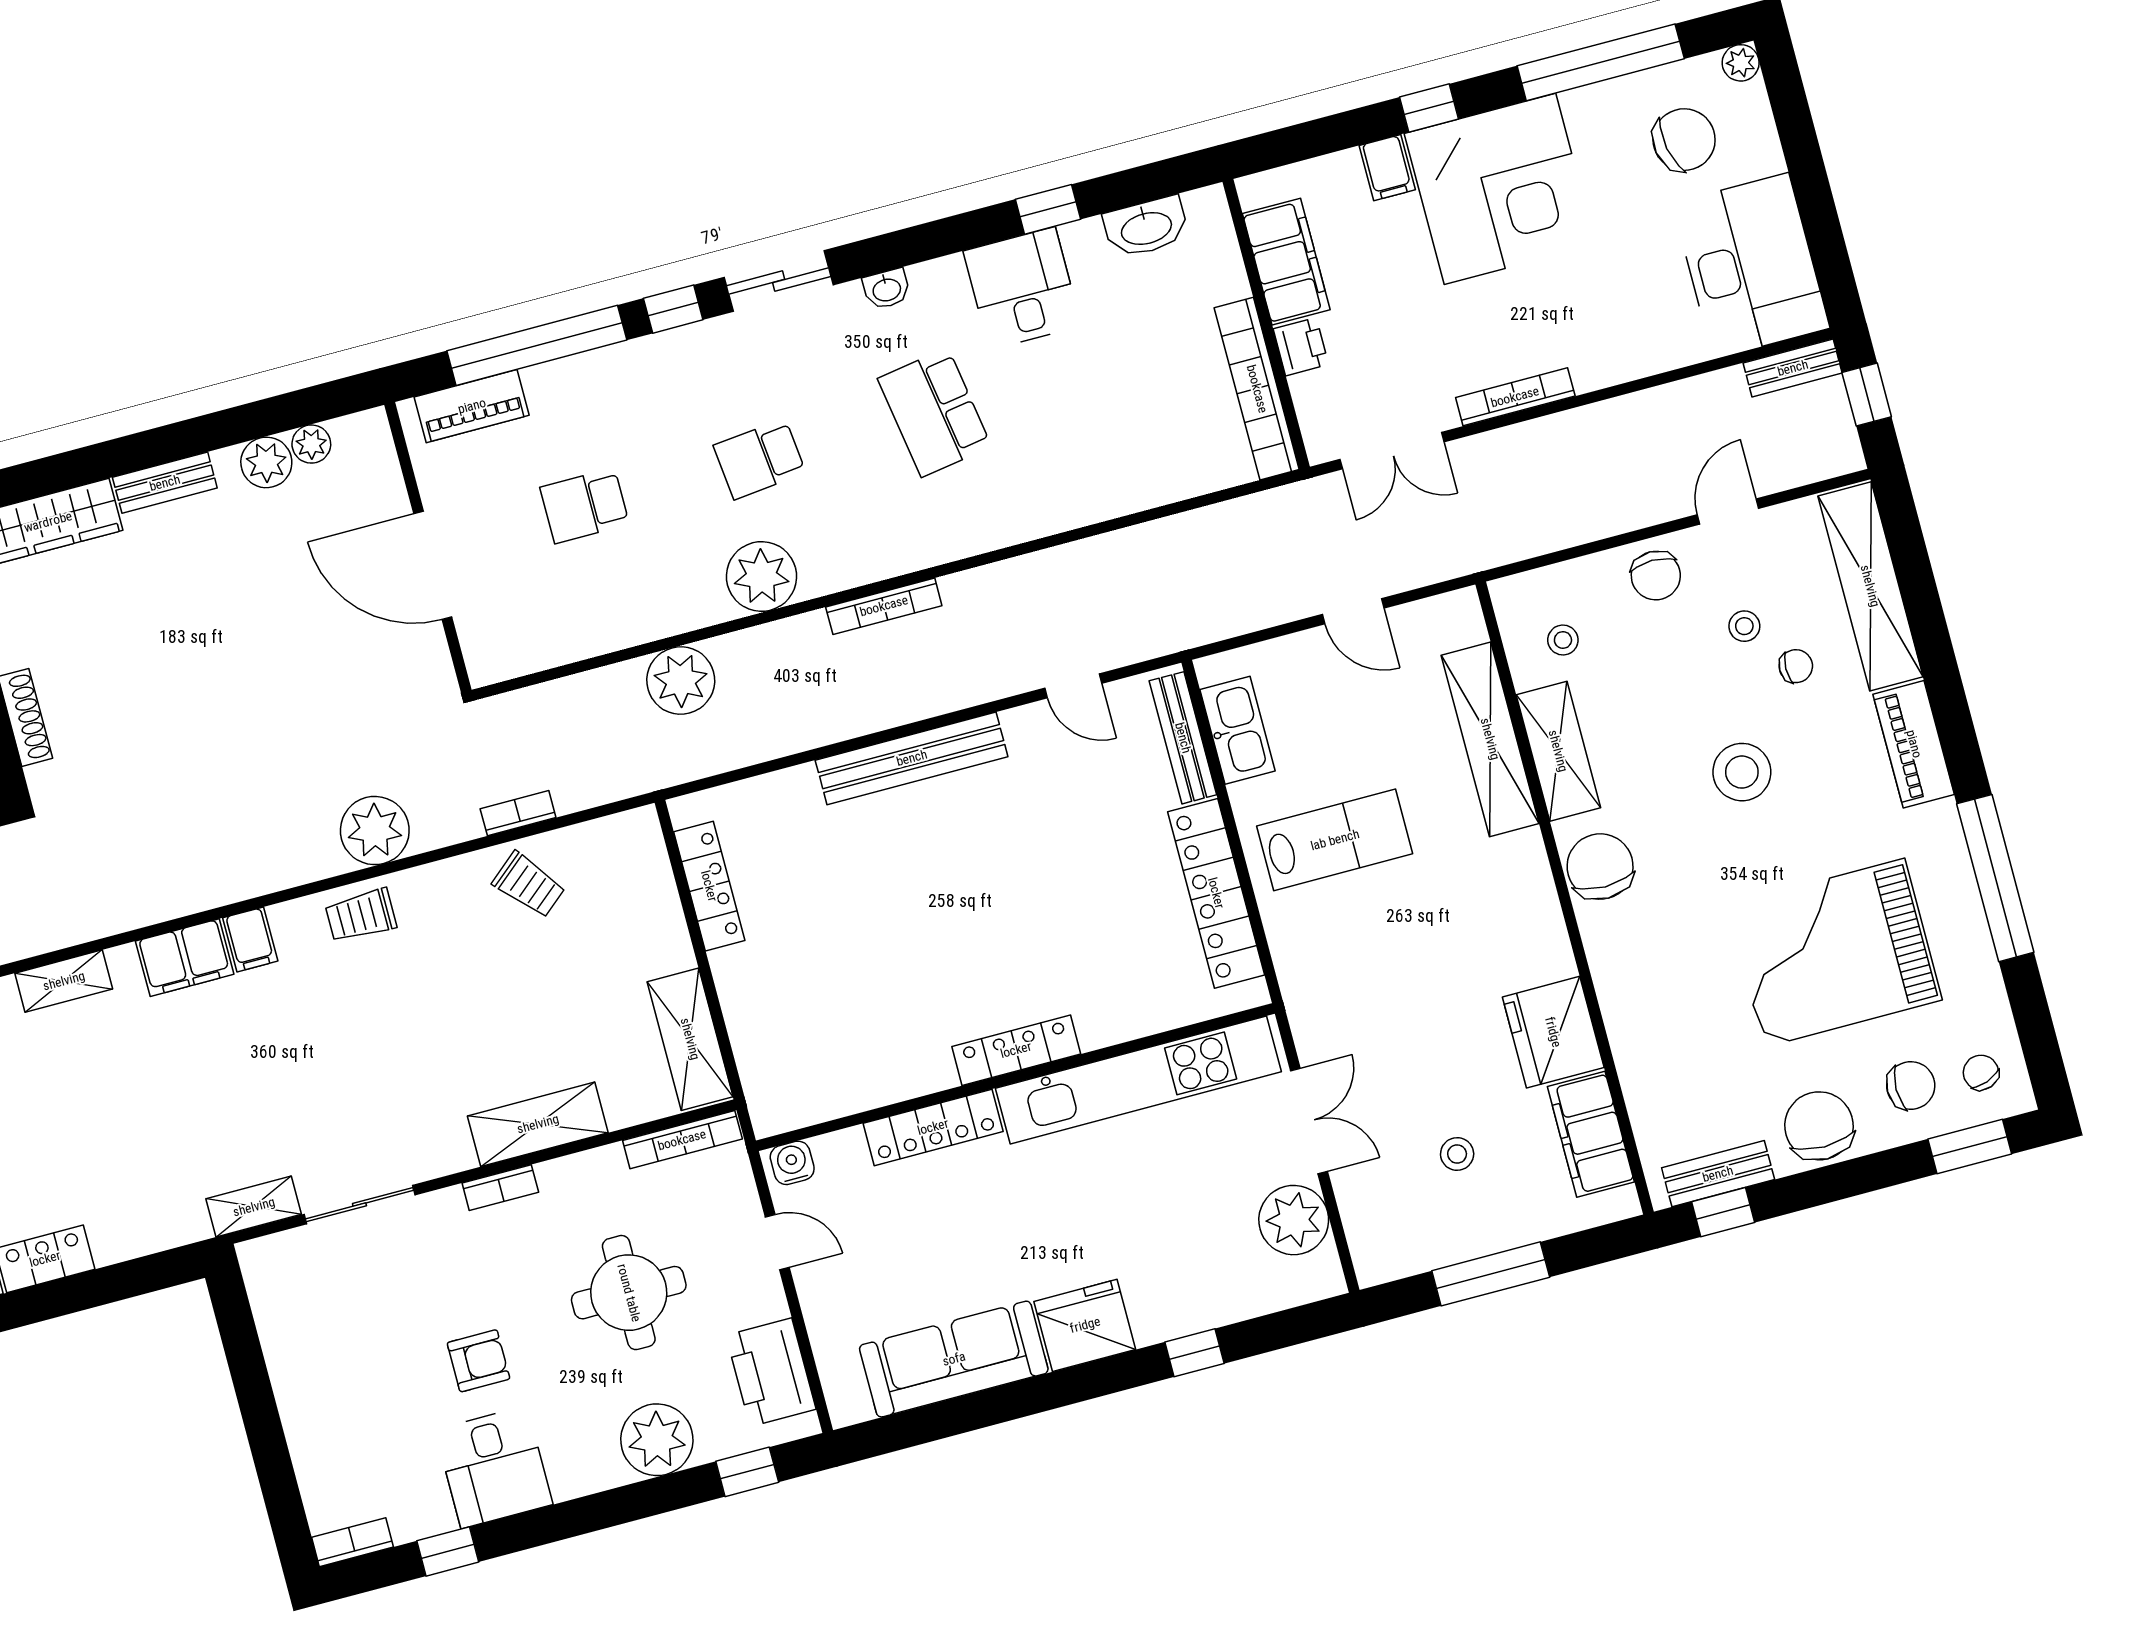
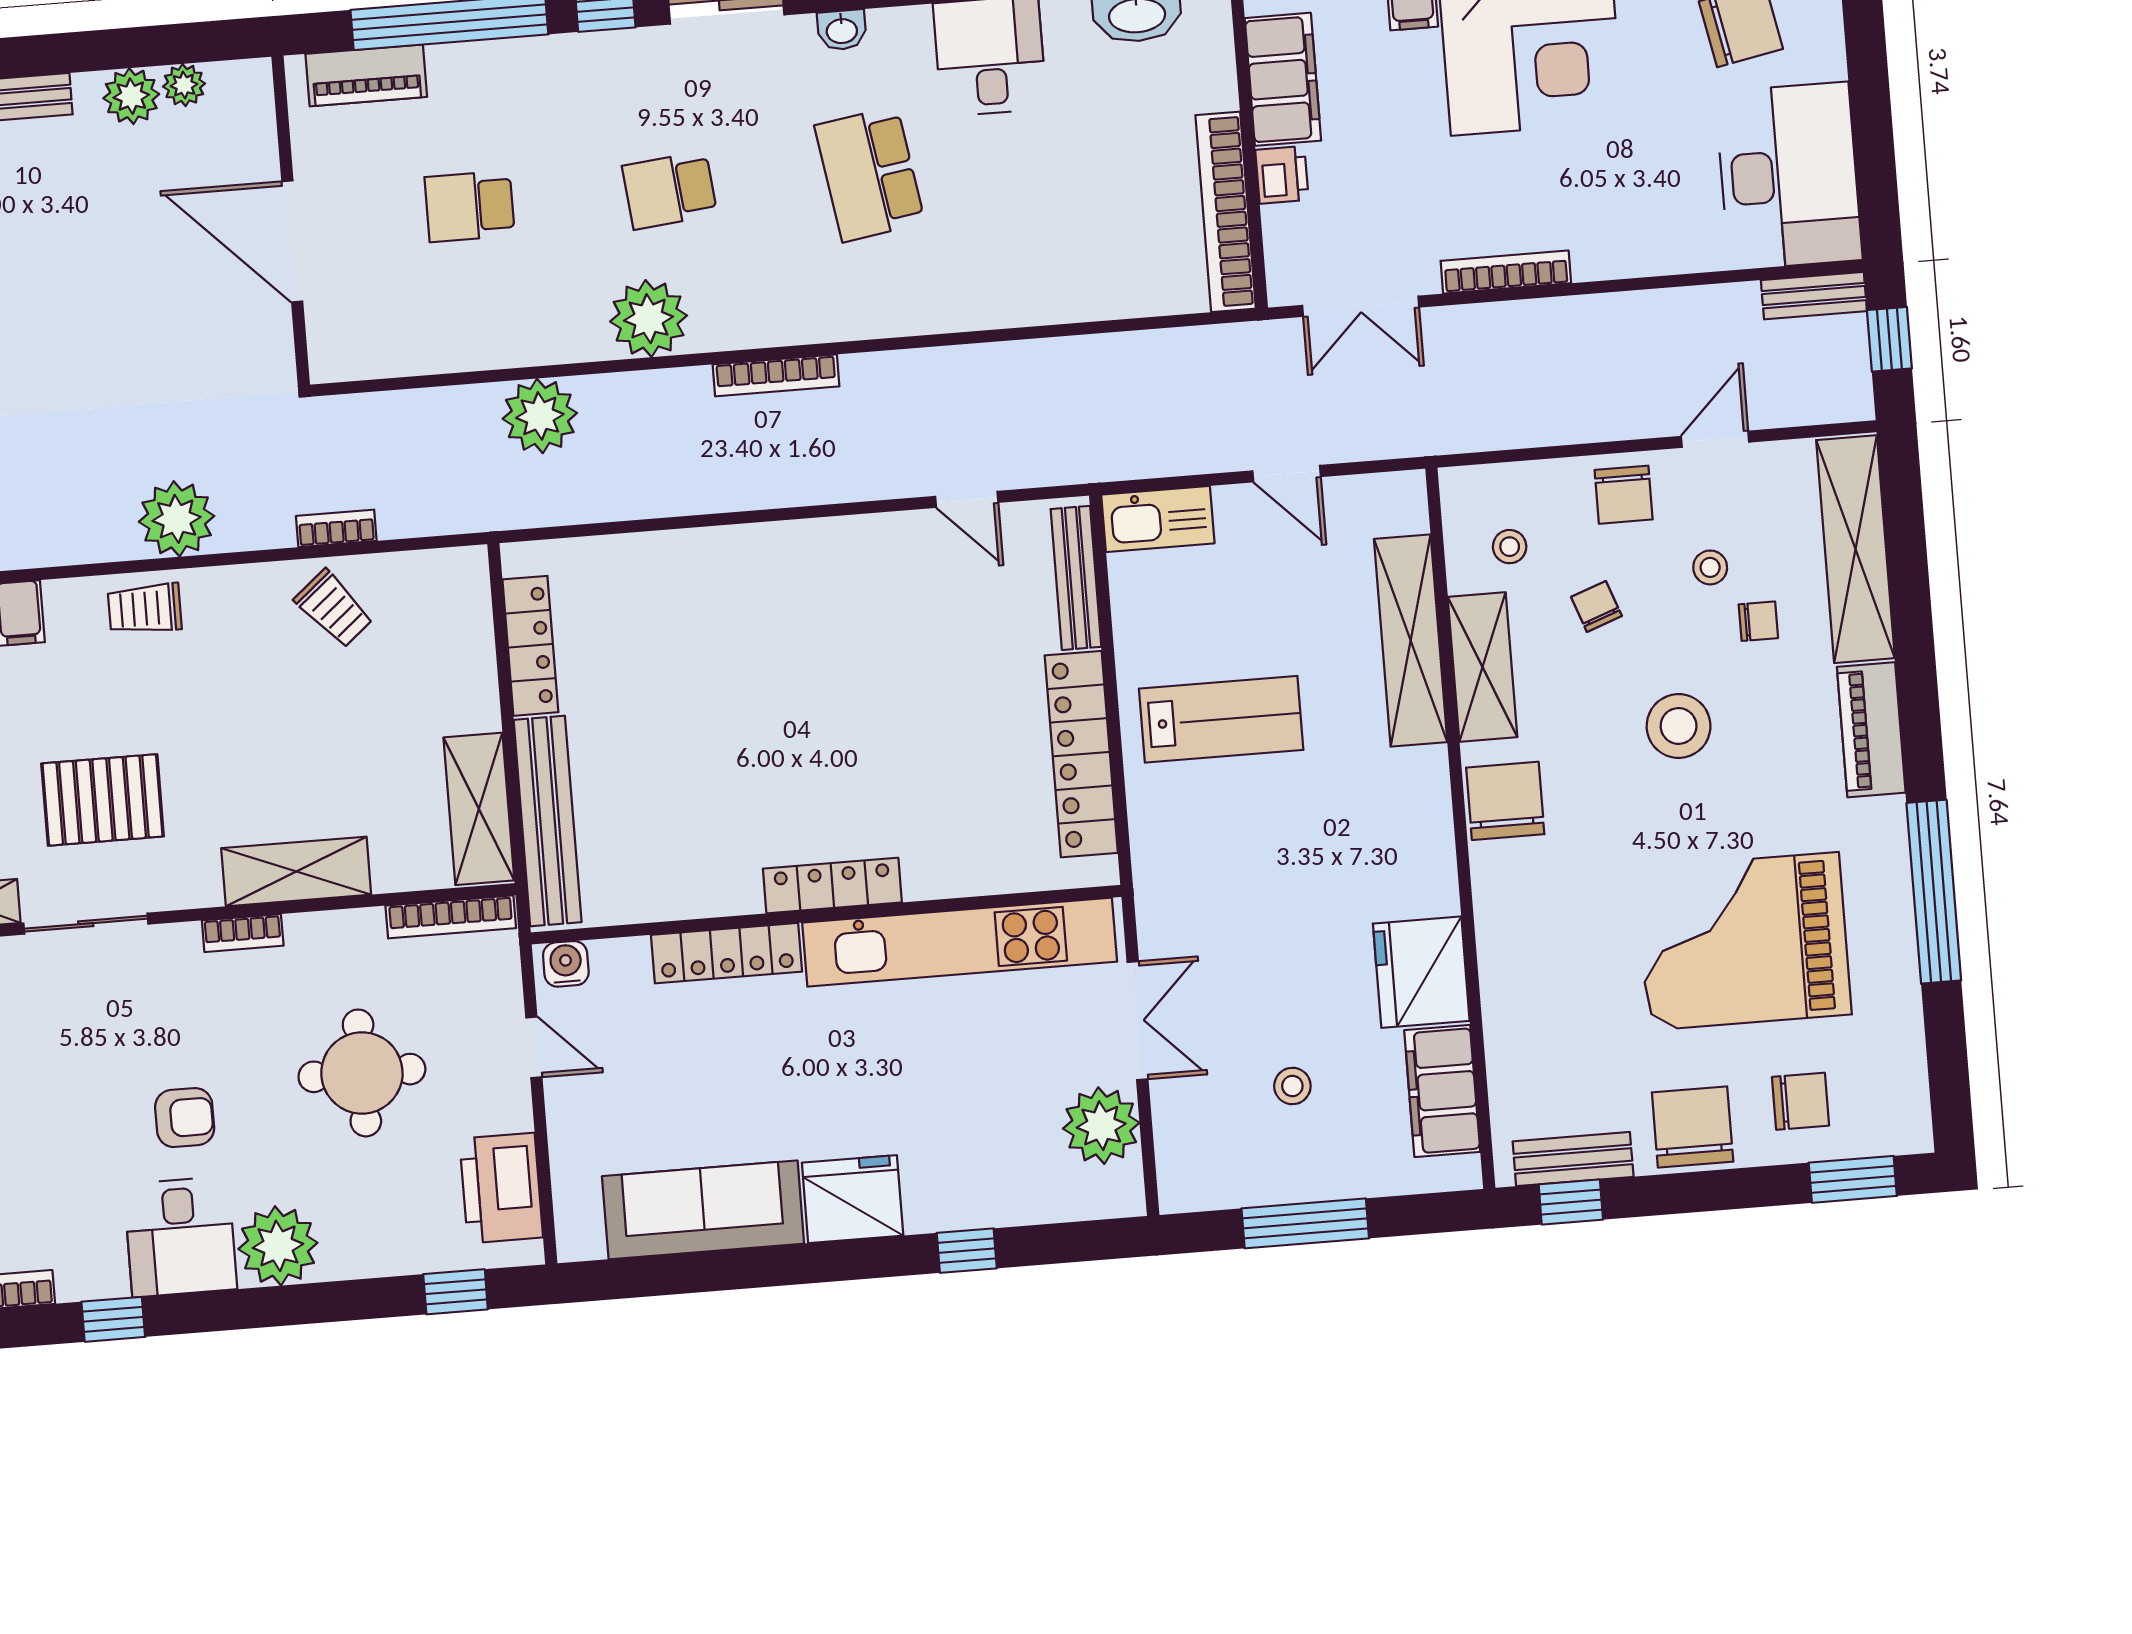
kitchen sink: (1238, 730) -> (1158, 519), moved, turned 90
bench: (912, 758) -> (548, 821), moved, turned 90
chair: (1981, 1073) -> (1596, 606), moved
pallet: (354, 1092) -> (103, 800), added
plant: (657, 1440) -> (278, 1246), moved

